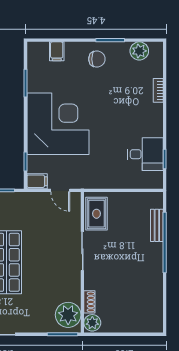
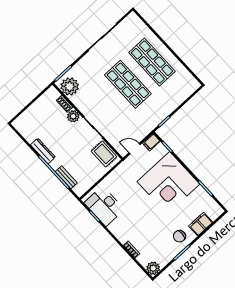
filing cabinet: (57, 51) -> (201, 224), width x2.00
plant: (139, 51) -> (153, 268), moved
desk: (145, 154) -> (104, 206), width x1.37
dresser: (156, 274) -> (43, 151), added
plant: (92, 323) -> (73, 116), moved

